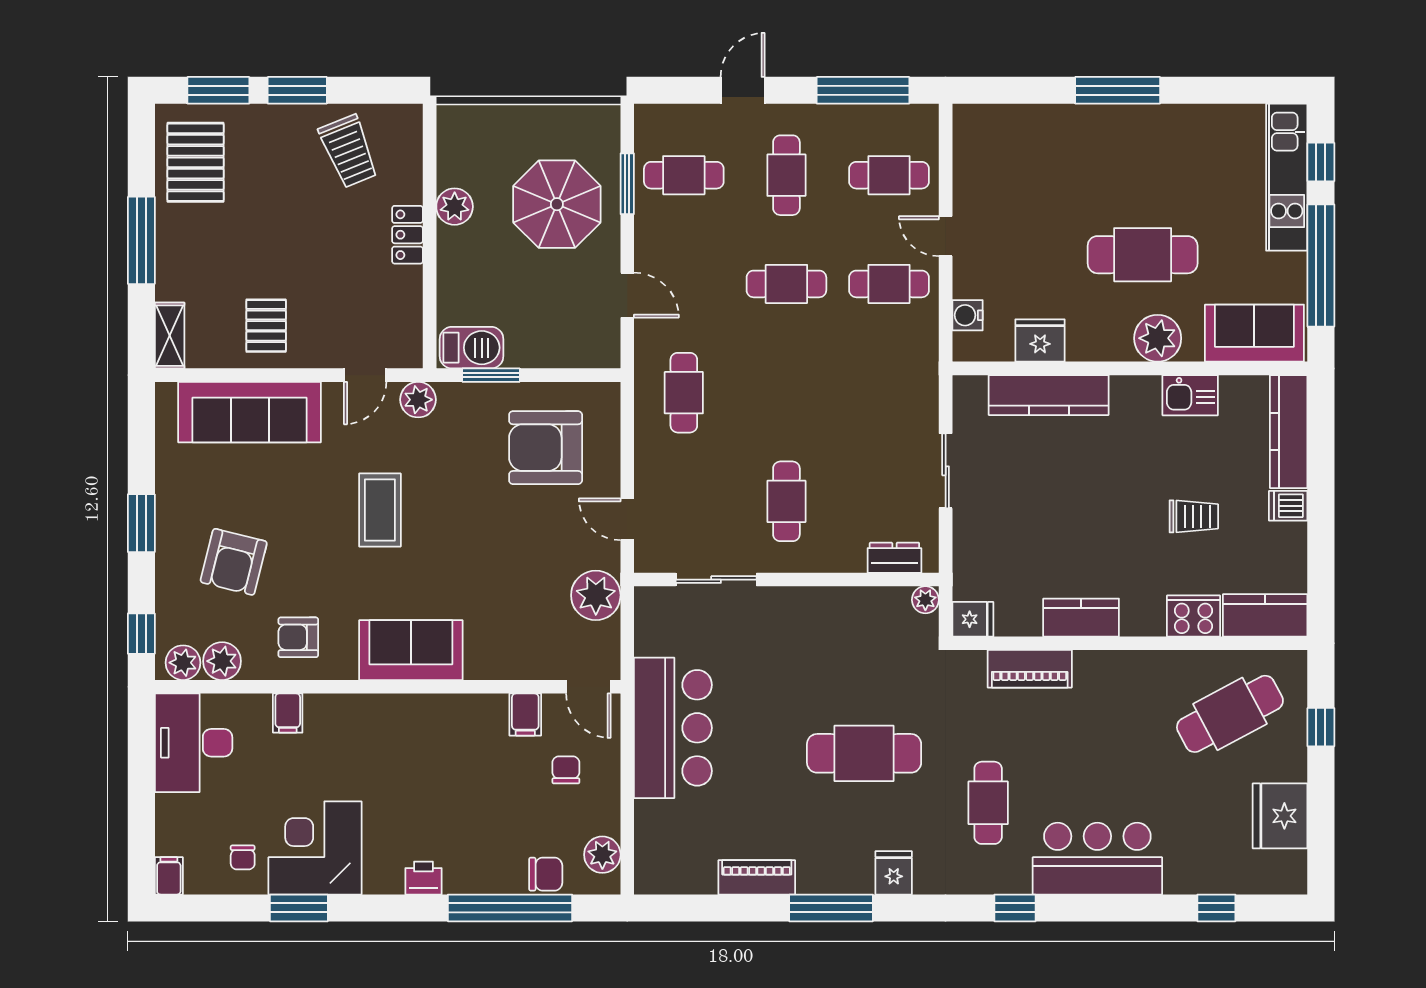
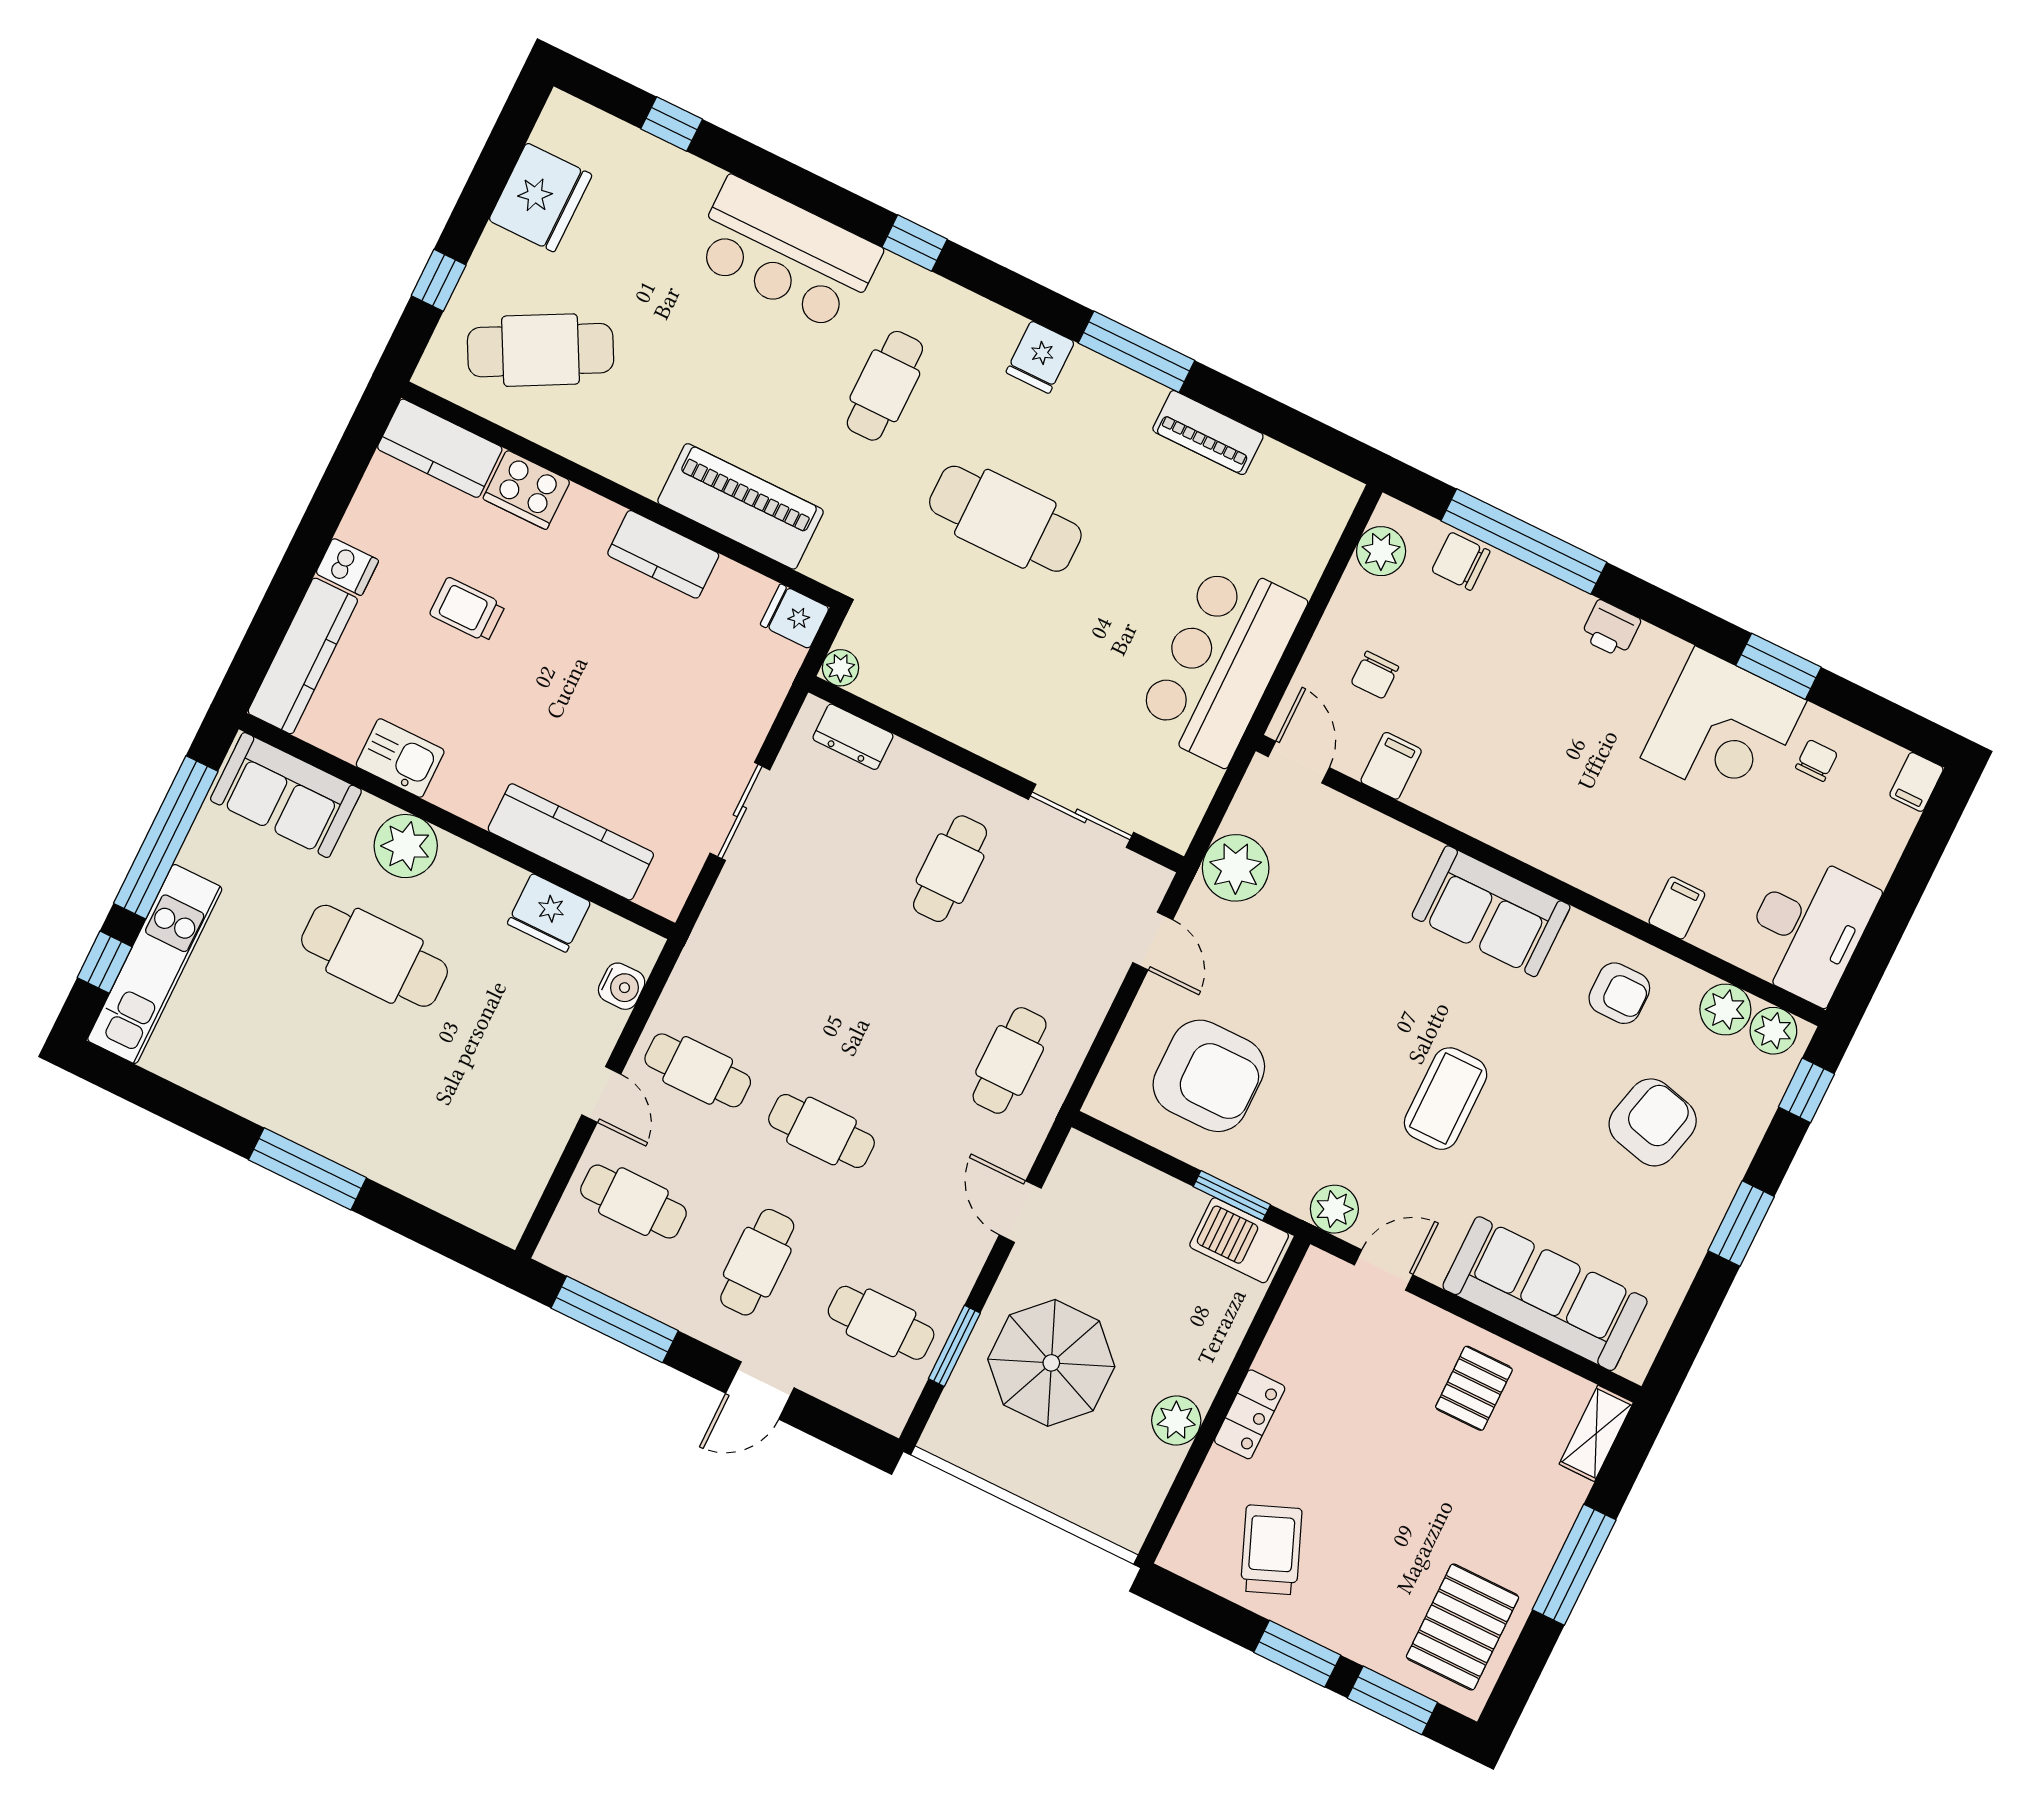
piano: (1030, 669) -> (741, 506), width x1.37, depth x1.33

